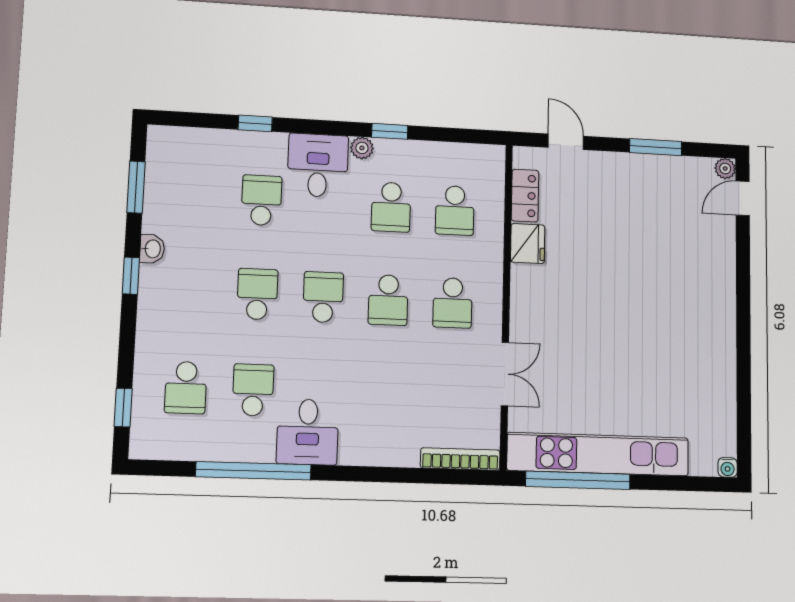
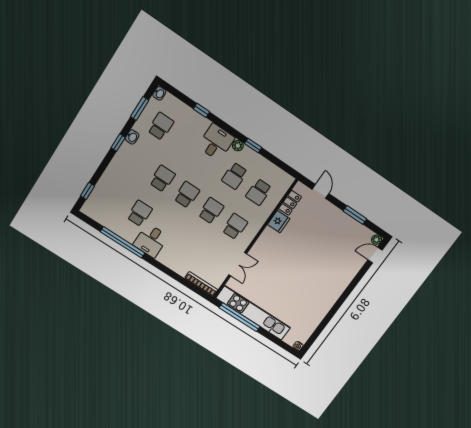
washbasin: (158, 138) -> (159, 93), added
school desk: (262, 200) -> (161, 126), moved
school desk: (388, 300) -> (211, 211), turned 180
school desk: (453, 303) -> (235, 226), turned 180
school desk: (186, 388) -> (115, 197), removed

